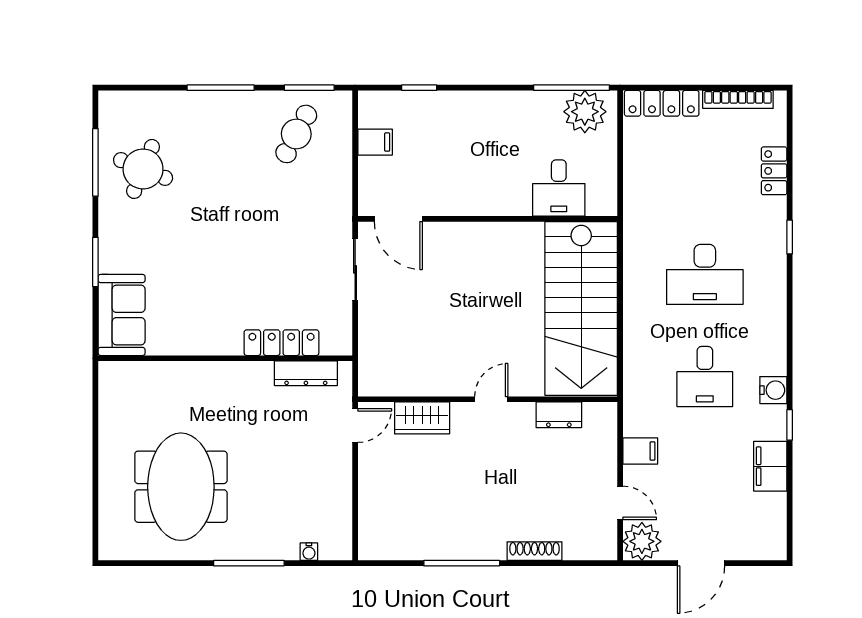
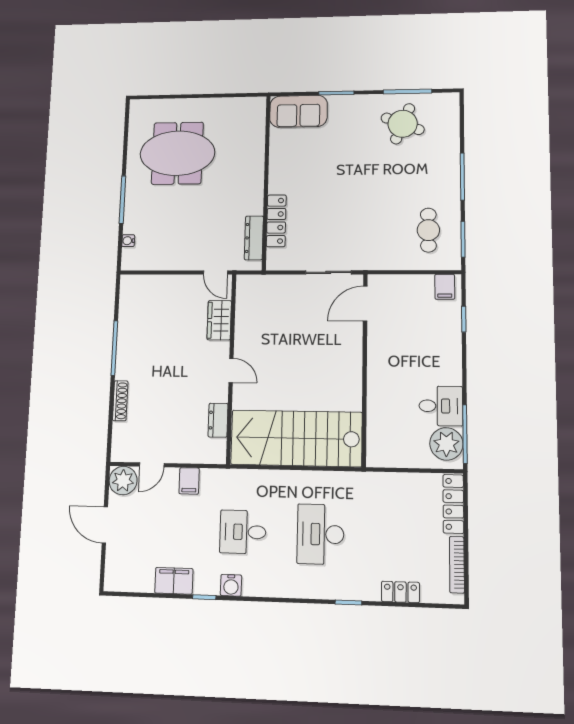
cafe table: (296, 134) -> (428, 230), turned 62
filing cabinet: (375, 142) -> (445, 287), moved
desk: (559, 188) -> (441, 406), moved, turned 180

